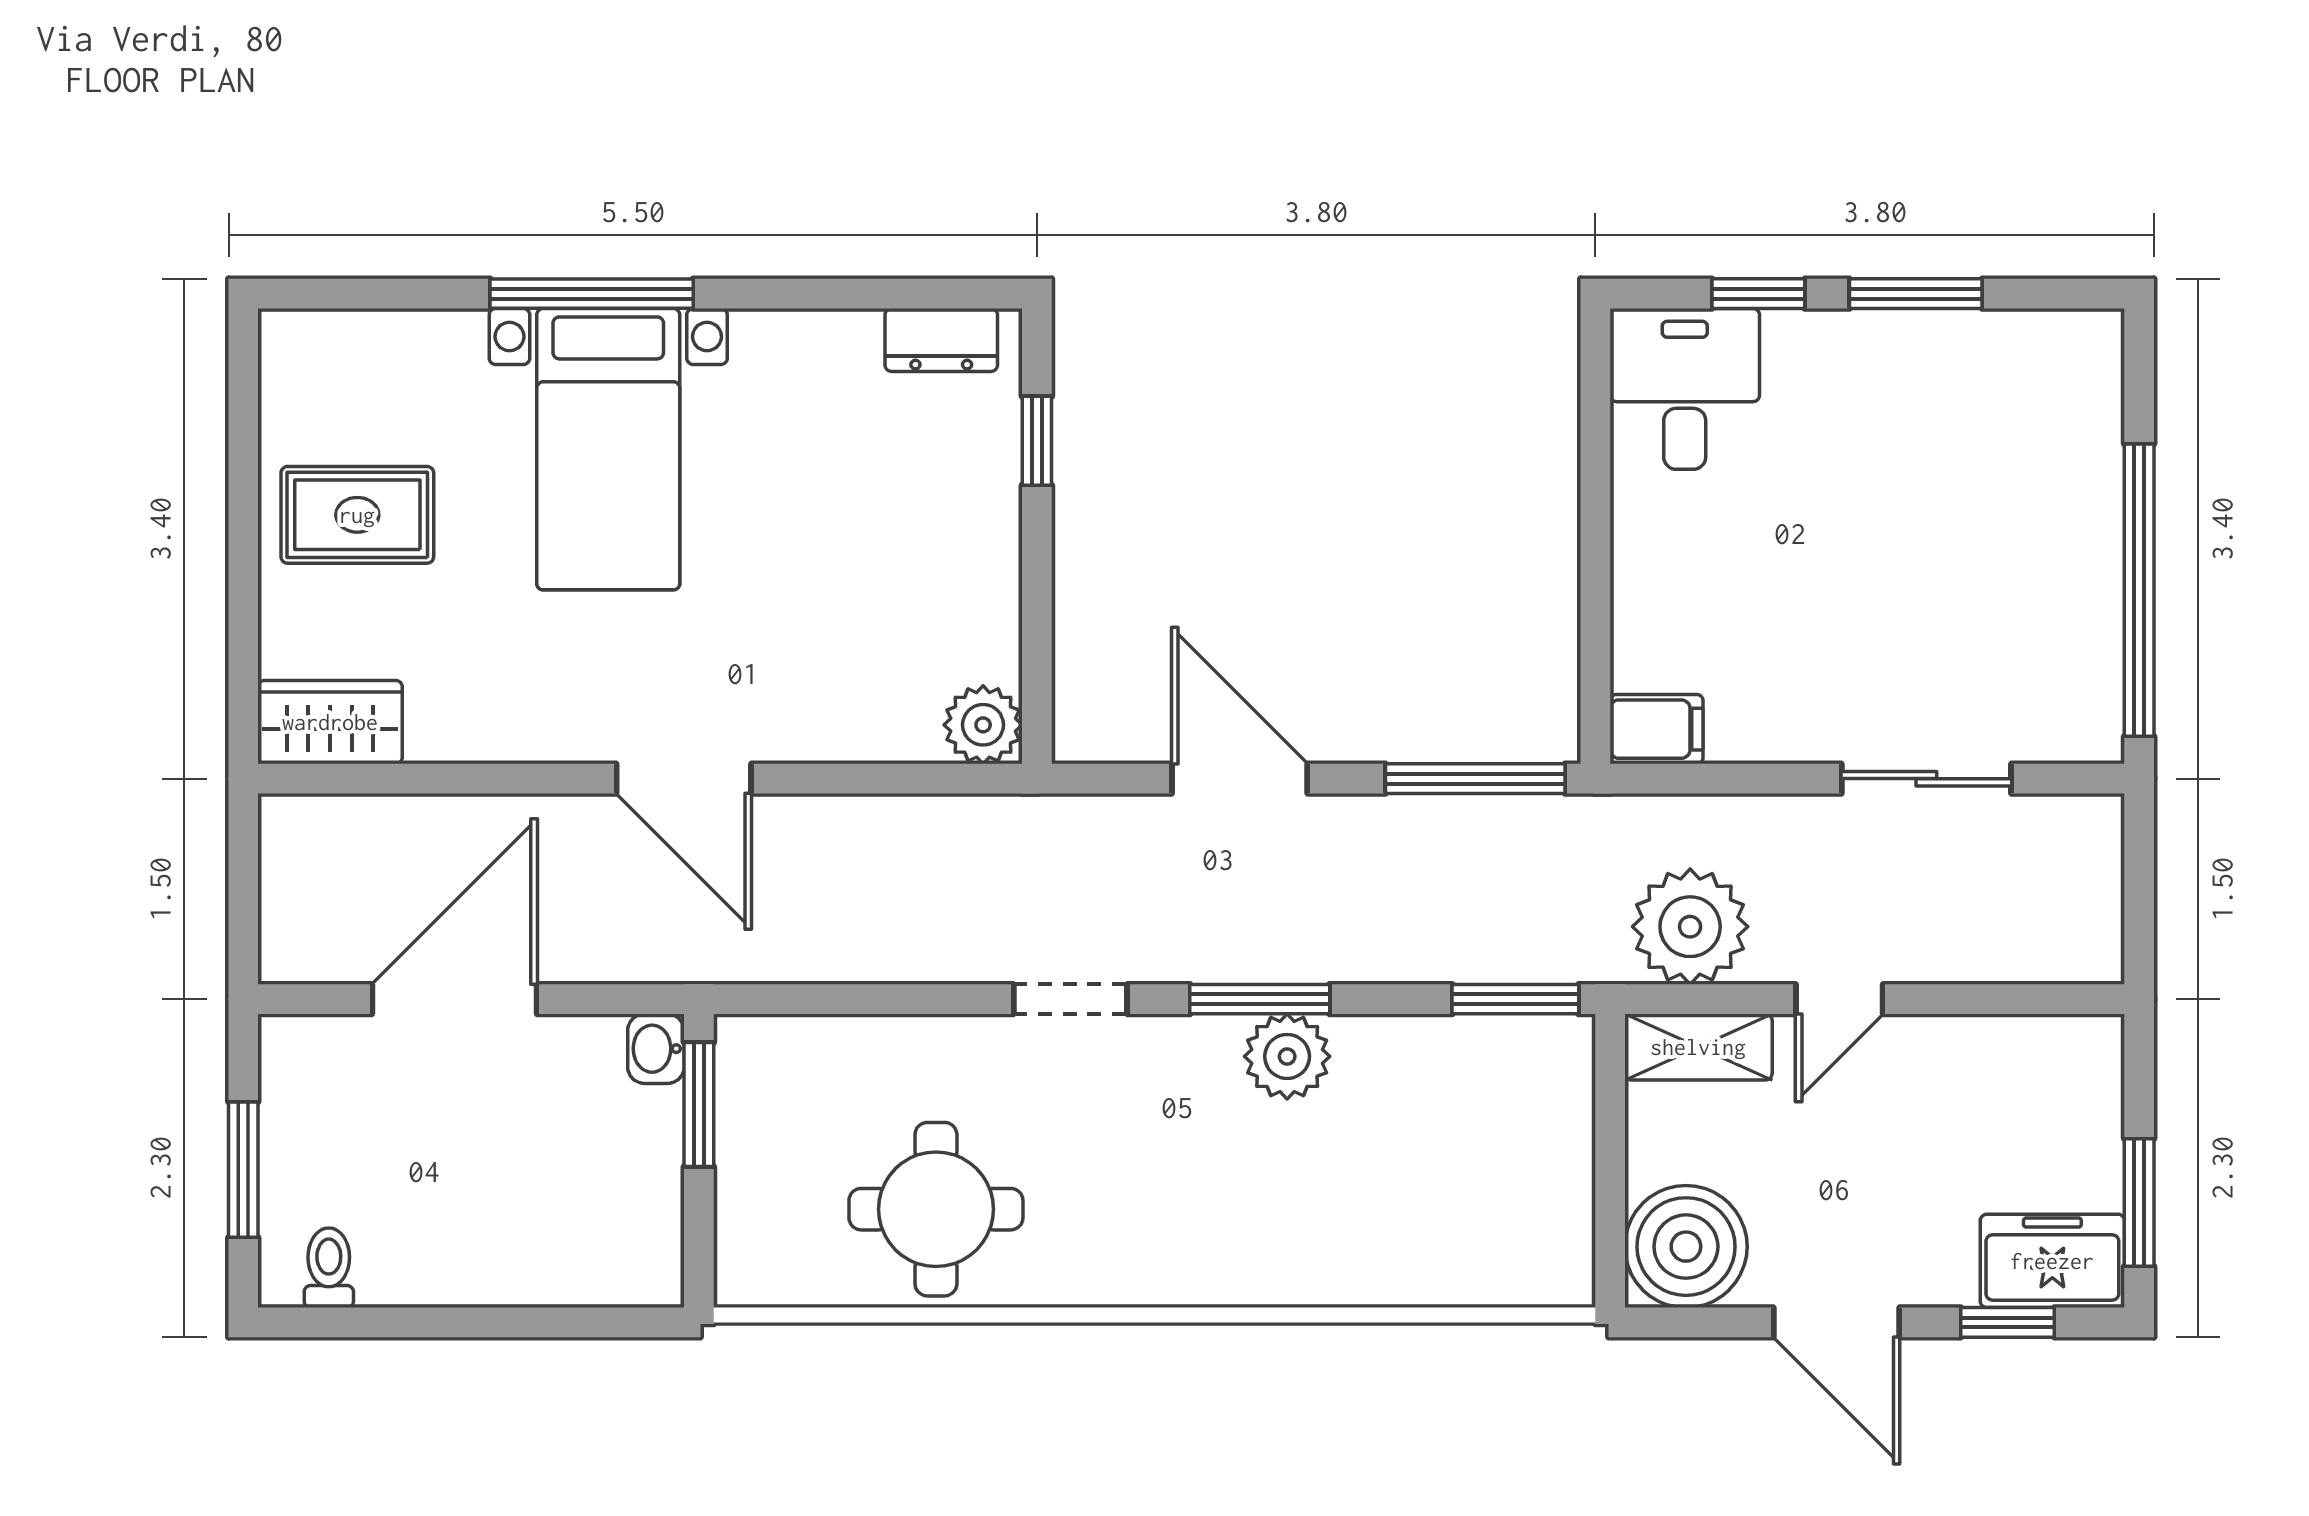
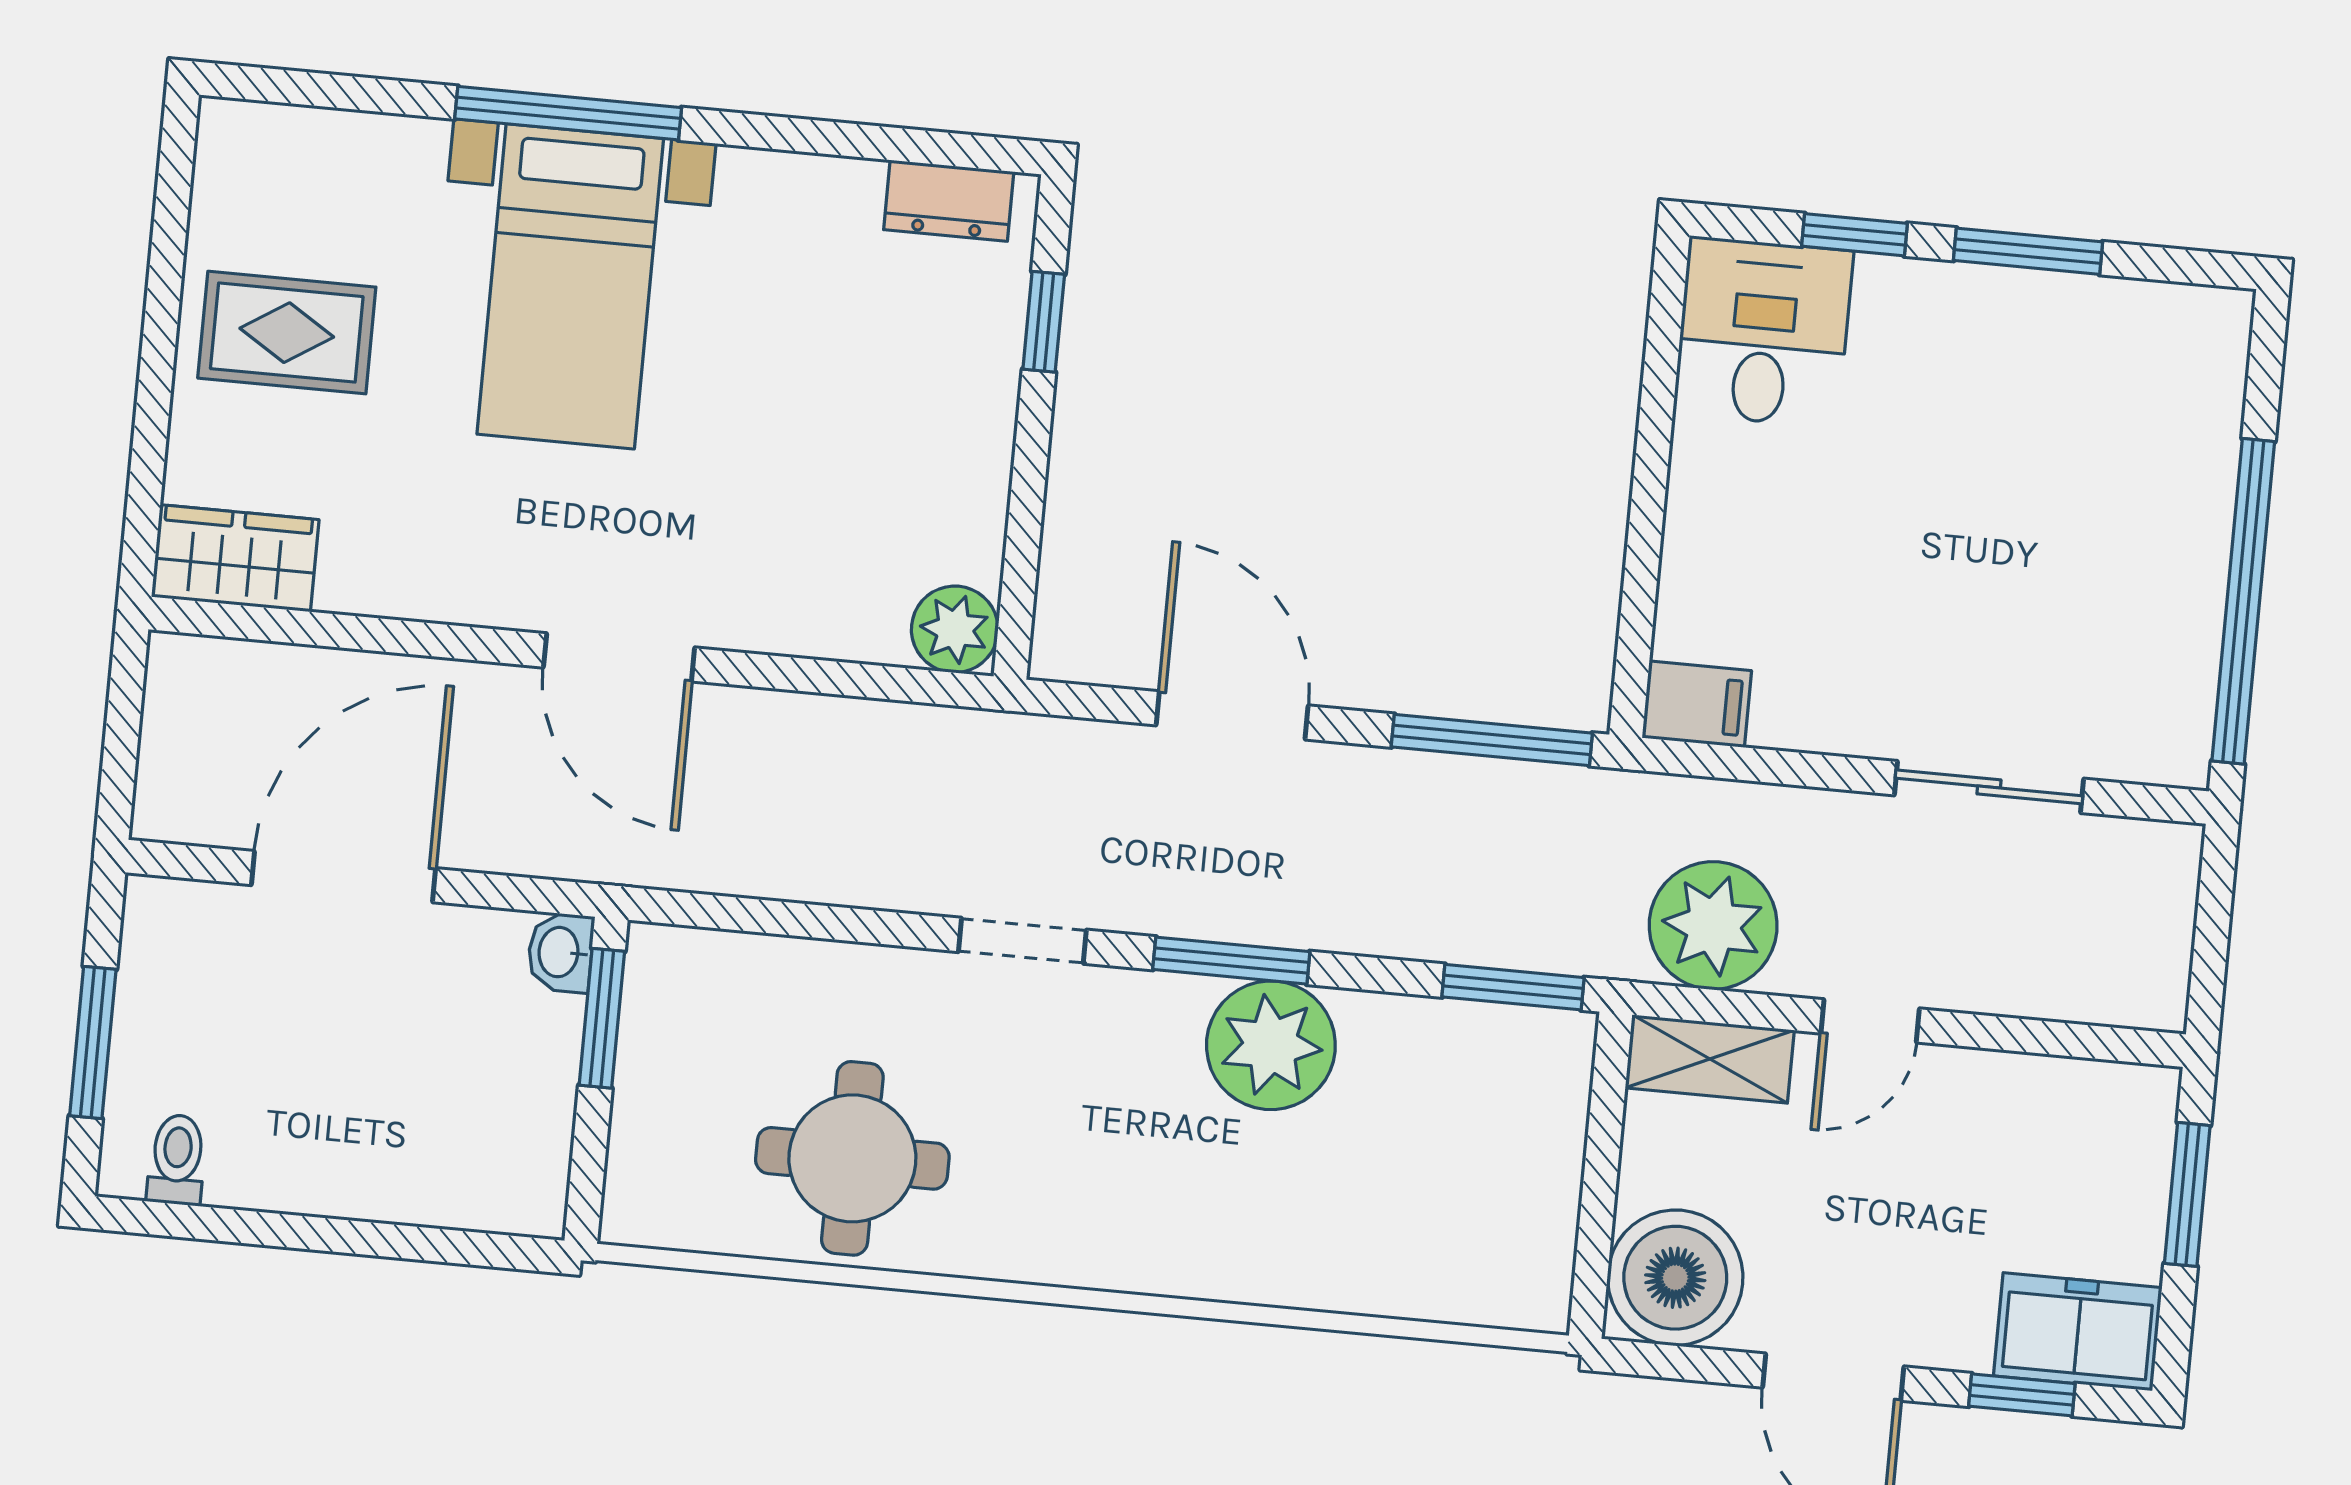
plant: (1287, 1056) -> (1271, 1045), width x1.36, depth x1.36
window: (2139, 1203) -> (2187, 1194), moved

